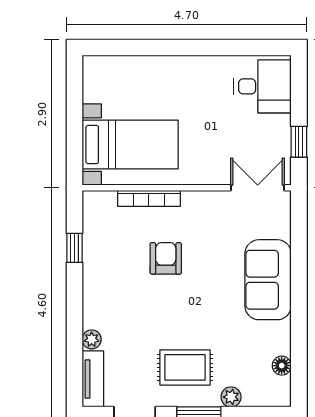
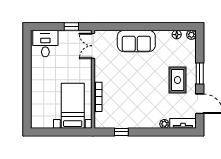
armchair: (166, 258) -> (126, 89), removed
plant: (231, 397) -> (191, 35), moved

